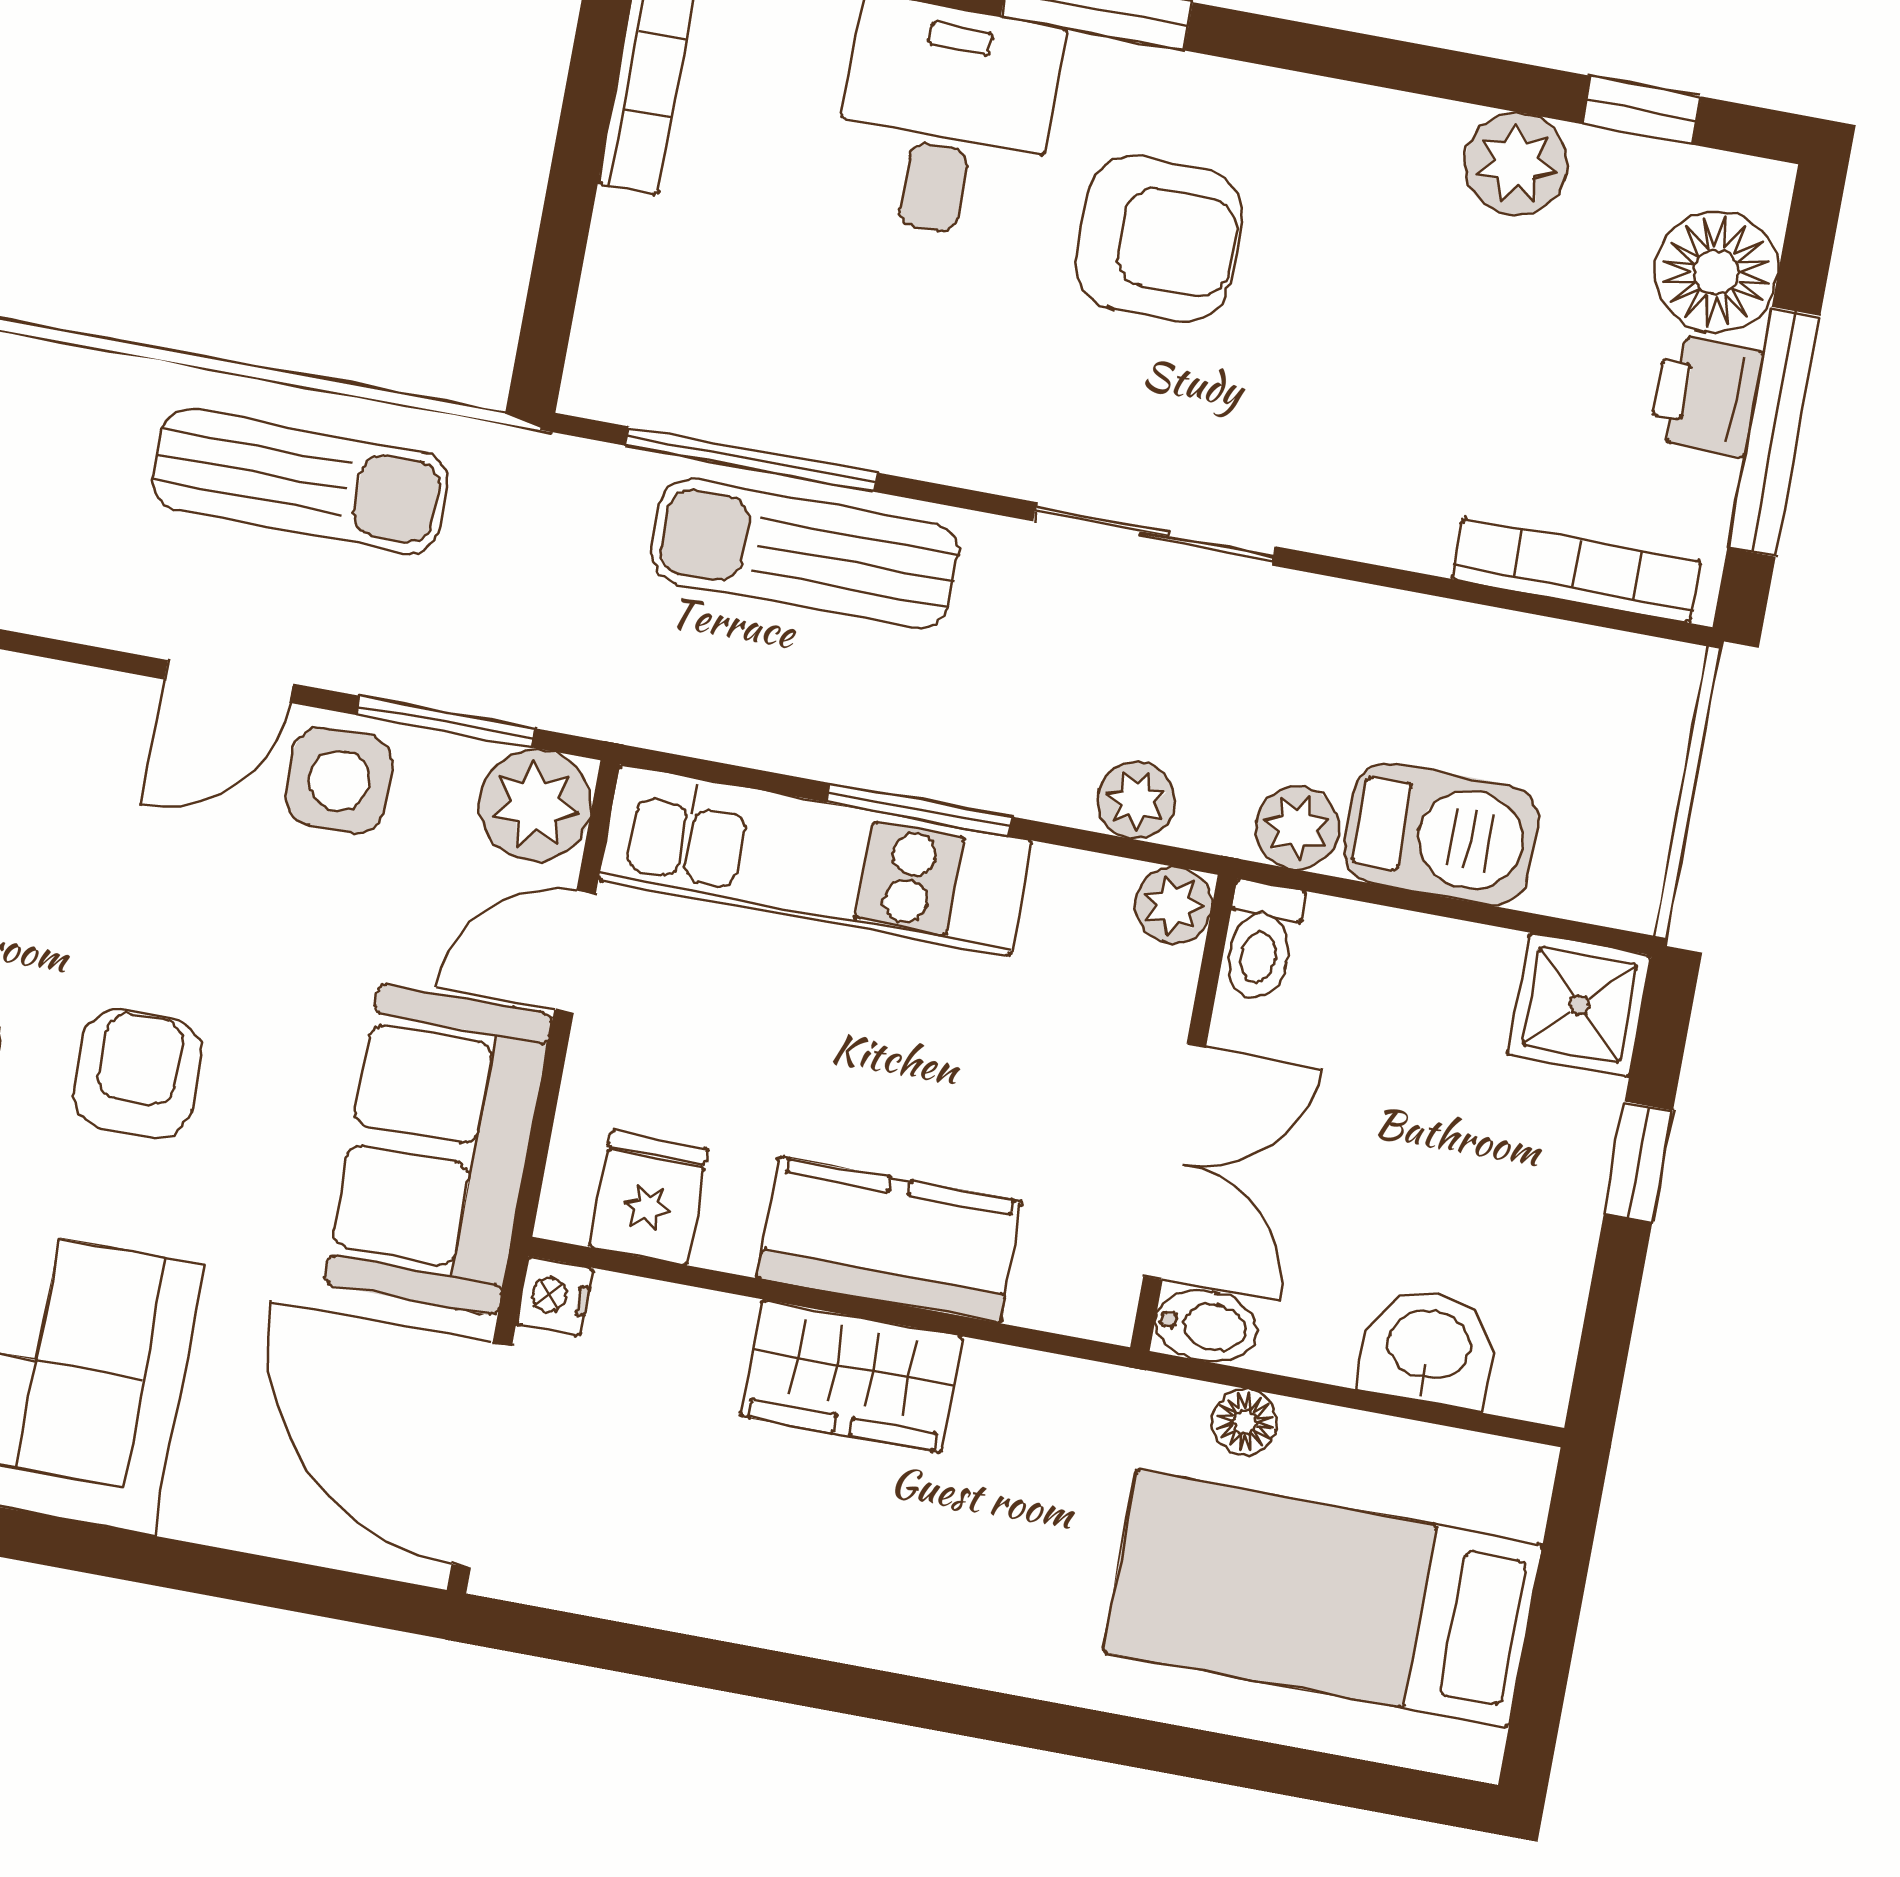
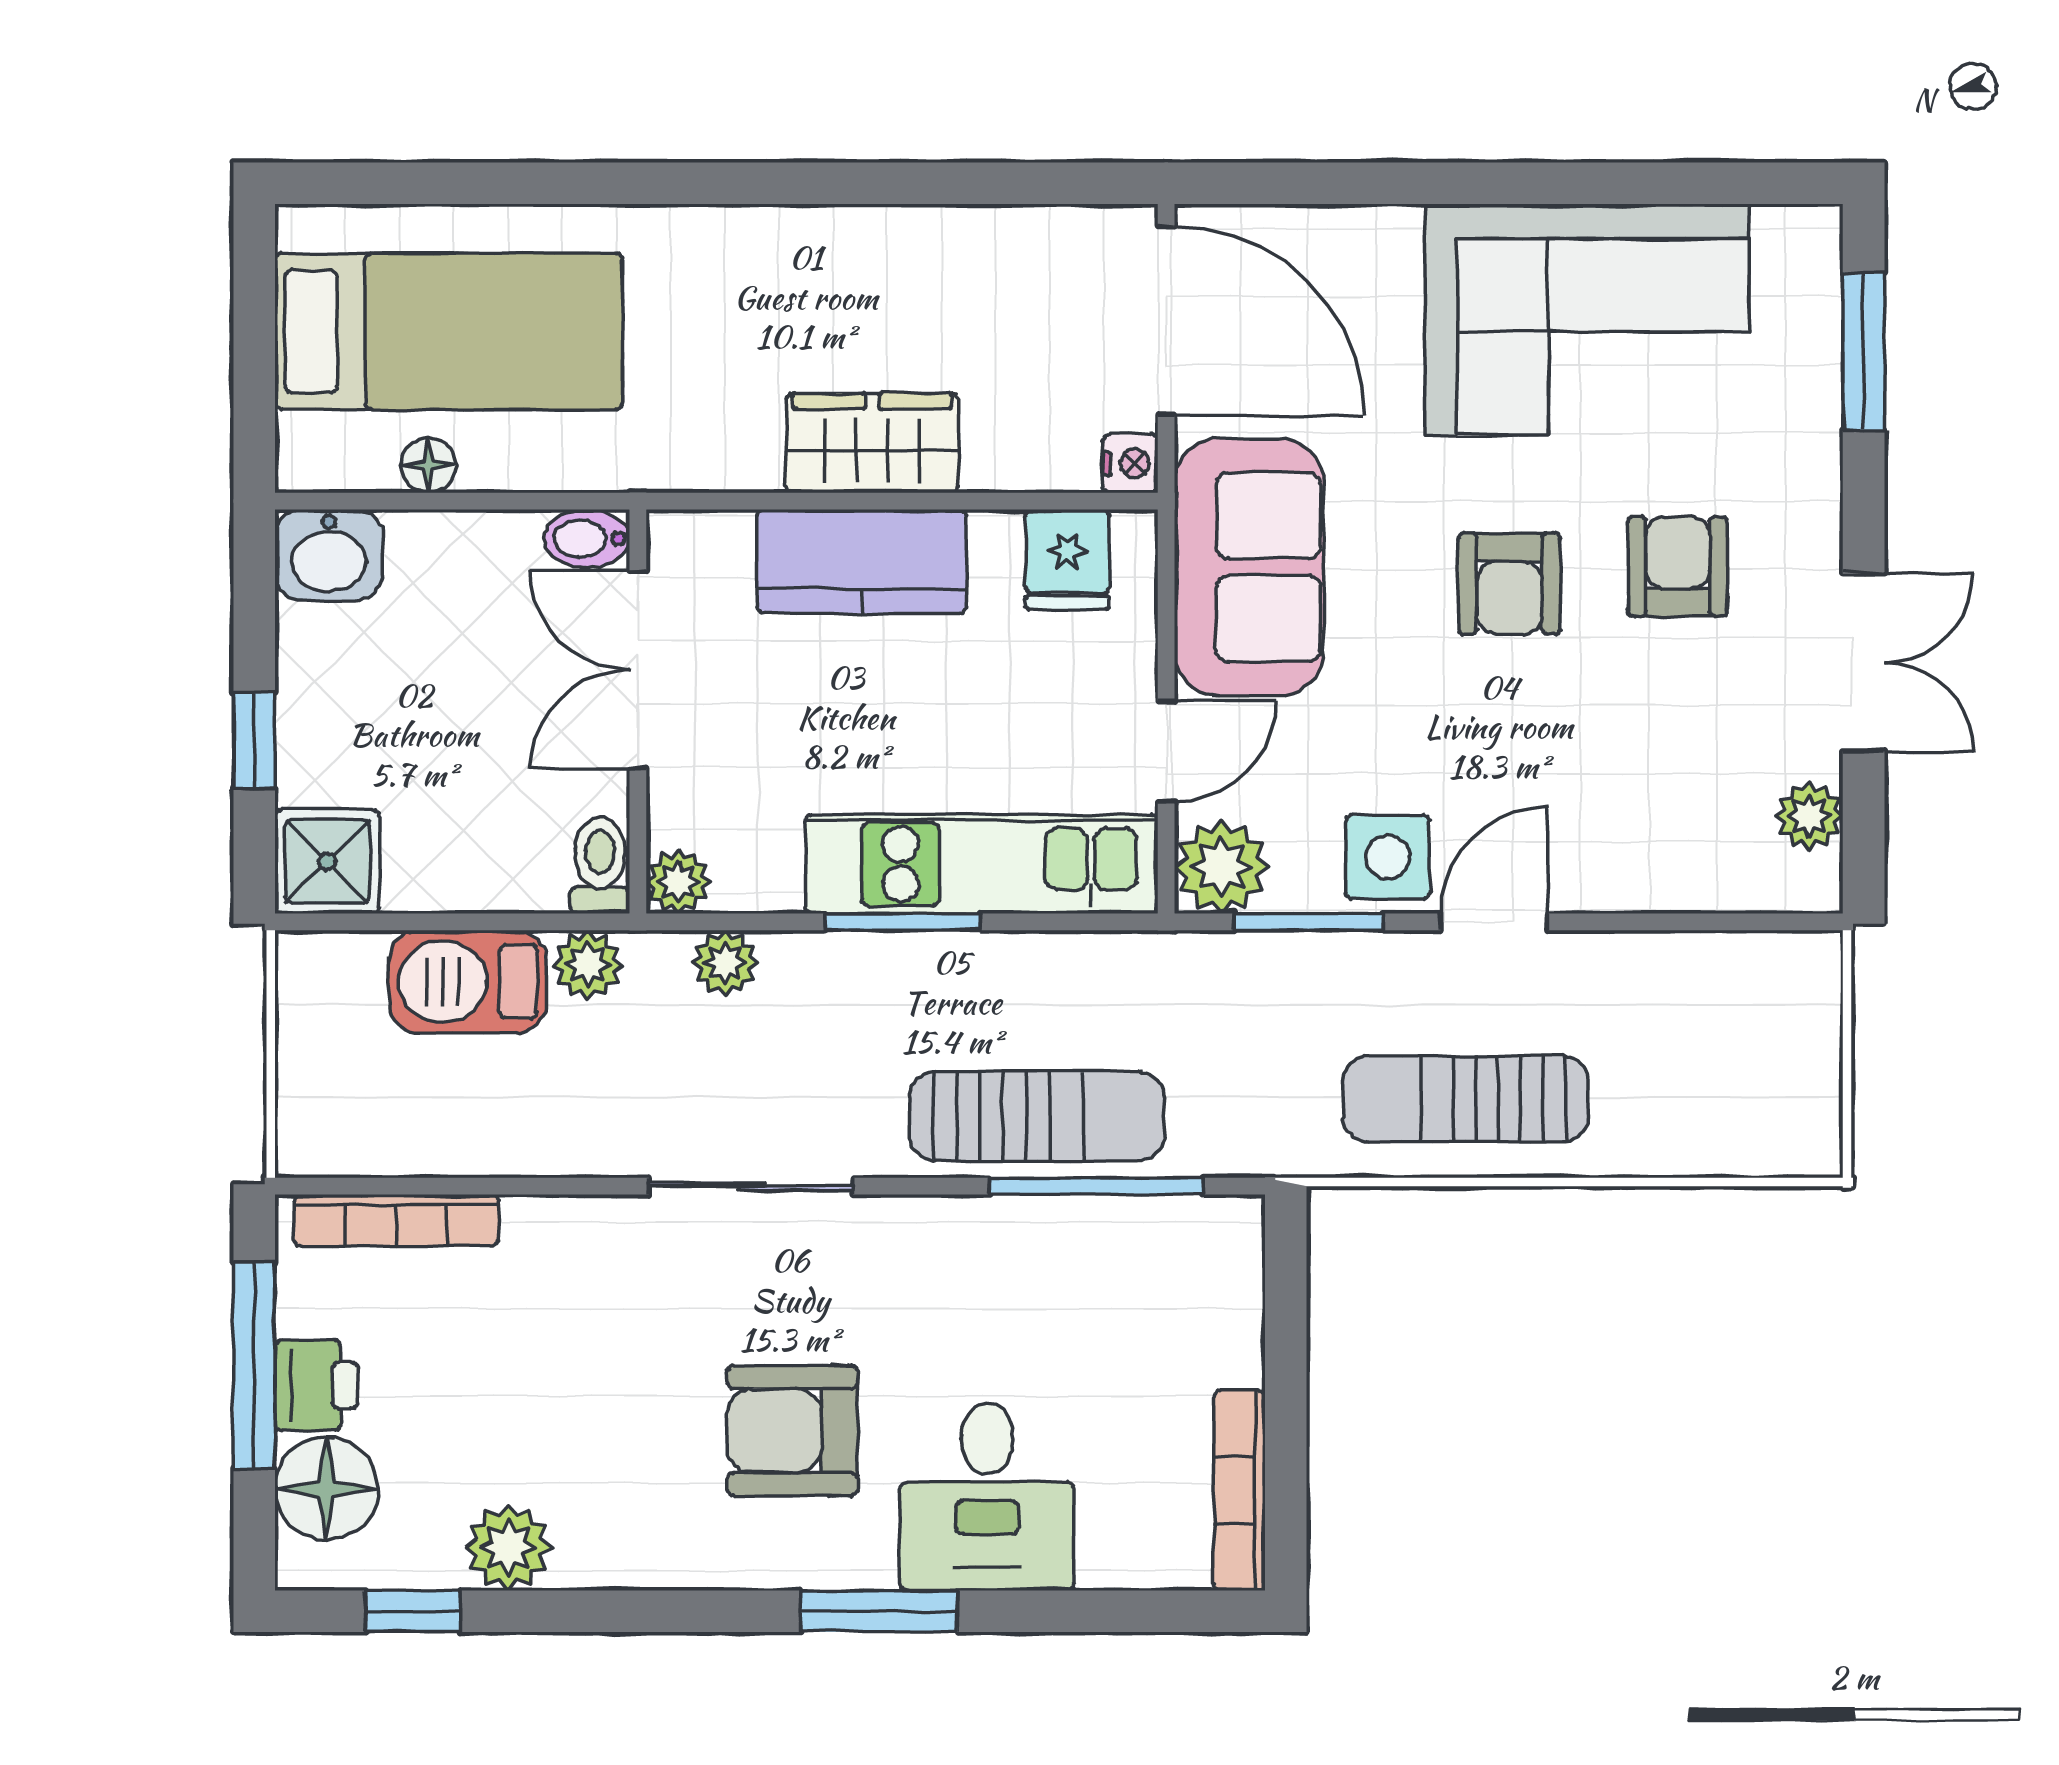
washbasin: (1429, 1347) -> (329, 555), moved
floor lamp: (1245, 1422) -> (428, 465), moved

